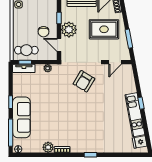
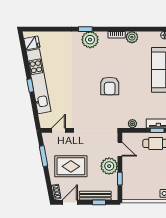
chair: (44, 32) -> (137, 164), removed
armchair: (84, 81) -> (110, 86), moved, turned 149
kitchen unit: (135, 115) -> (39, 81), width x1.36
plant: (86, 145) -> (90, 40), added

